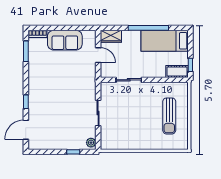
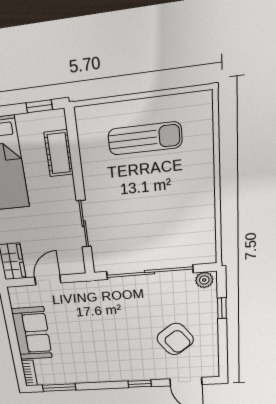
cot: (177, 71) -> (59, 153), moved
sliding door: (98, 113) -> (150, 272), width x1.86
armchair: (55, 125) -> (175, 339), added

